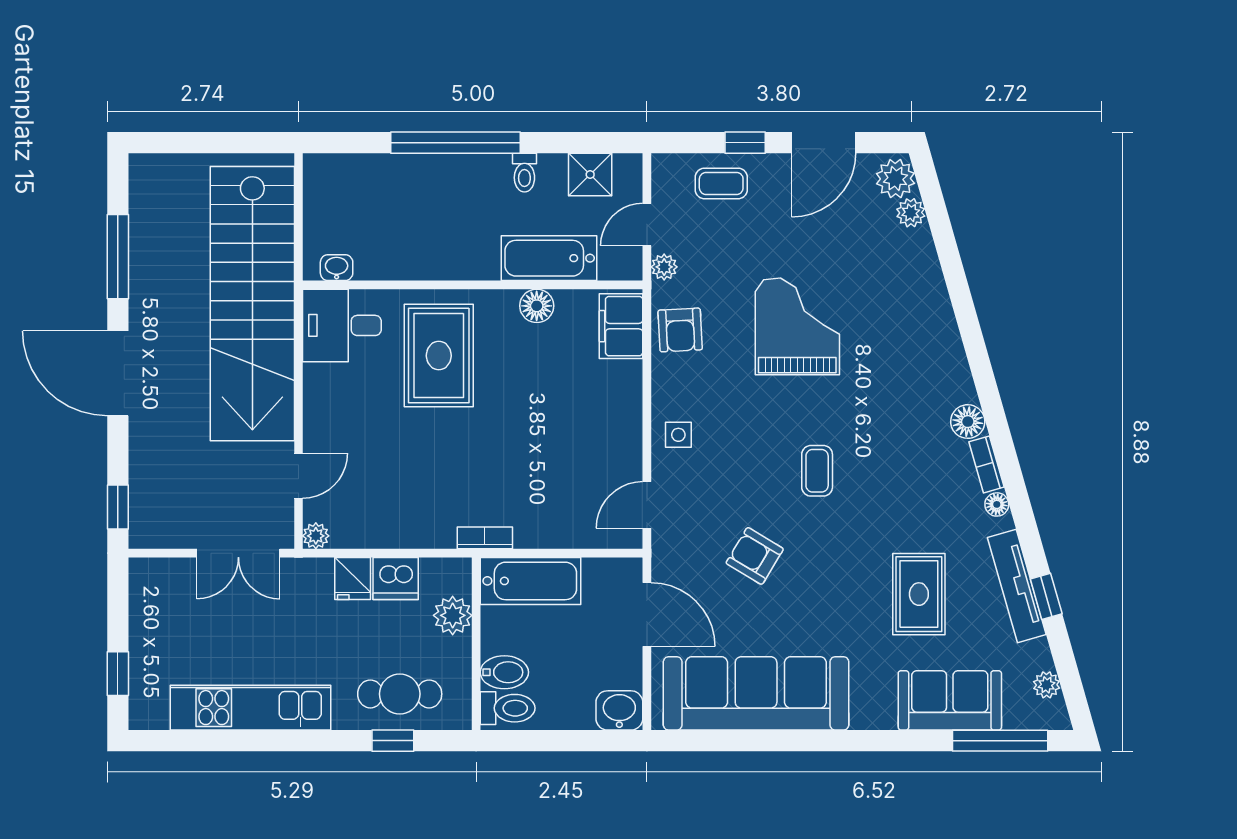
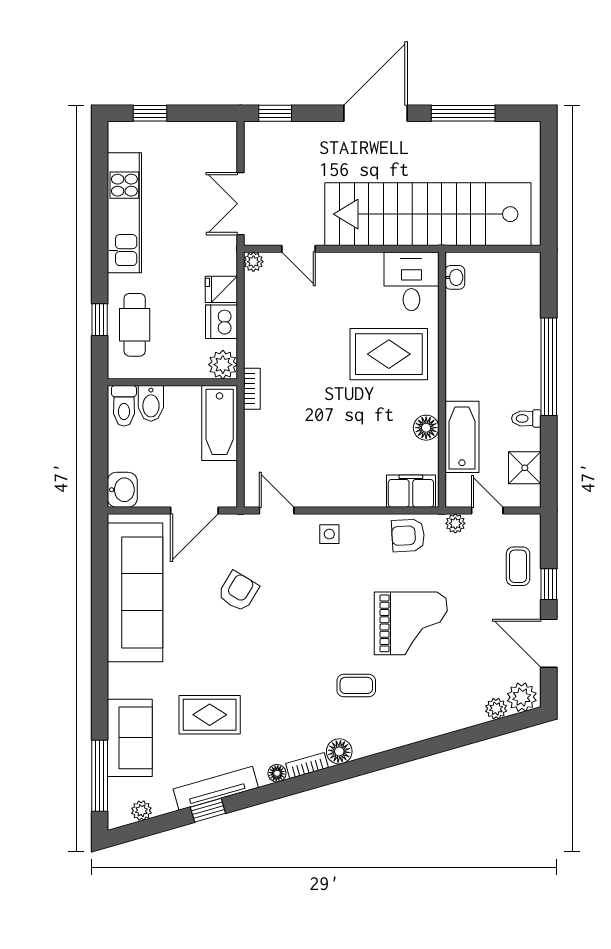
coffee table: (817, 471) -> (356, 685), moved
plant: (453, 615) -> (223, 365), moved

